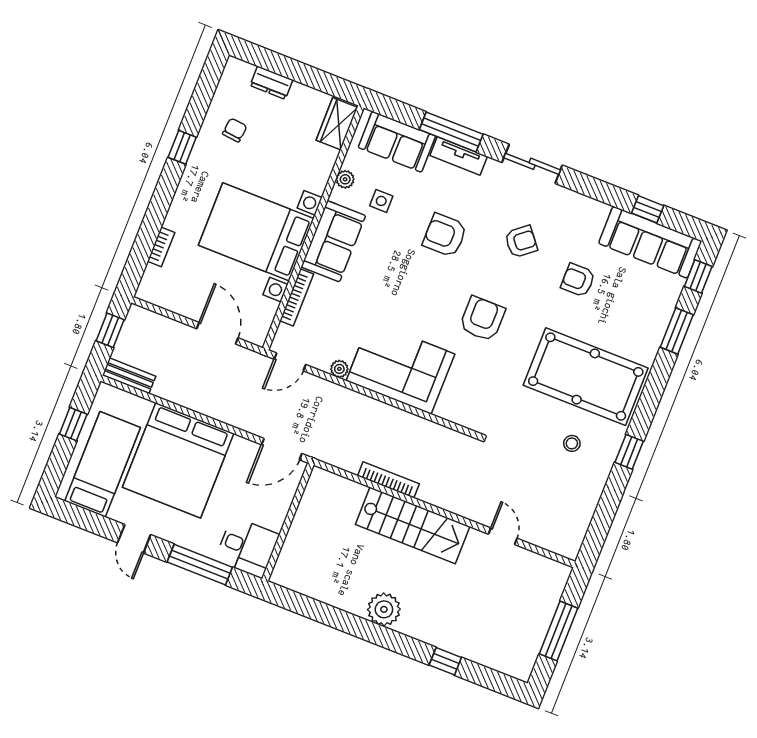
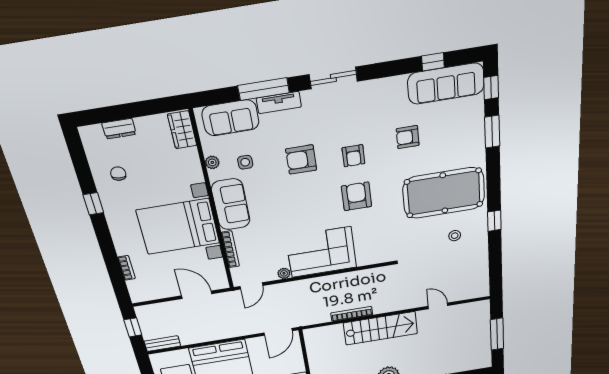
armchair: (521, 242) -> (353, 156), moved, turned 129

